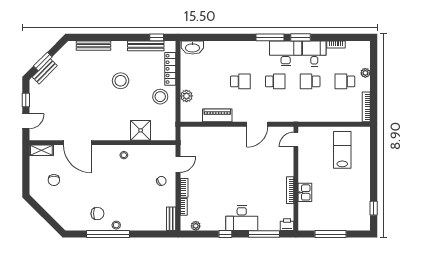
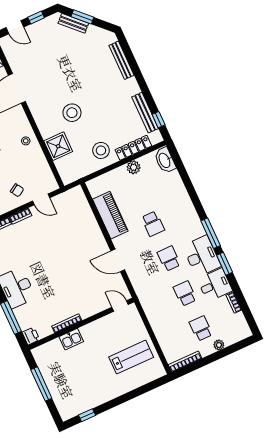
stool: (121, 81) -> (72, 113), moved
school desk: (275, 81) -> (169, 259), turned 180
plant: (186, 96) -> (134, 167), moved
piano: (217, 115) -> (110, 215), width x1.37, depth x1.33

